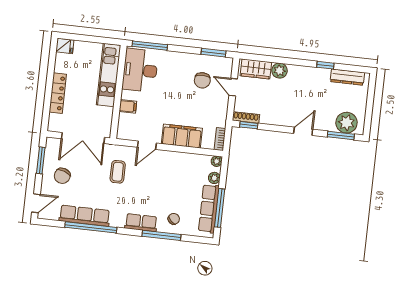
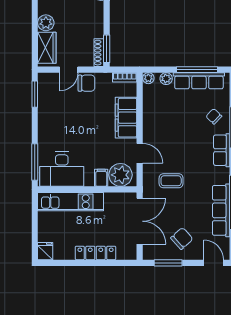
chair: (202, 80) -> (86, 83), moved
plant: (129, 125) -> (120, 175), added
window: (249, 125) -> (107, 49), width x1.50
chair: (62, 176) -> (182, 238), turned -61

